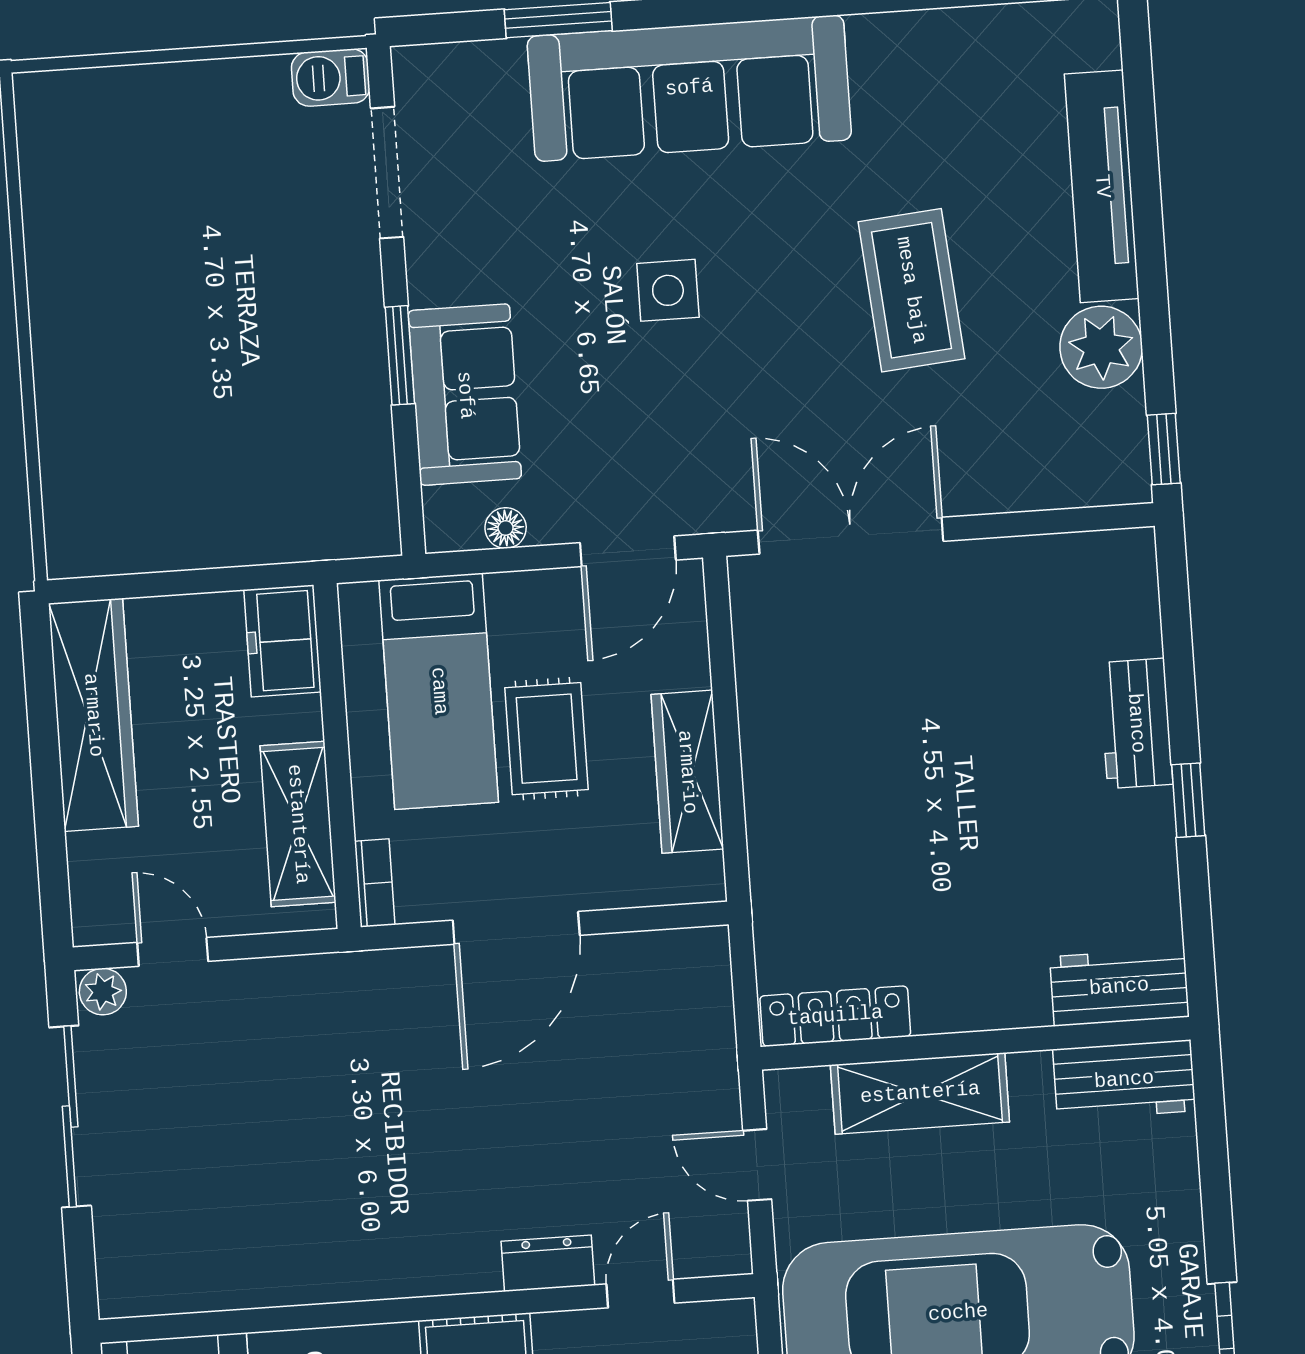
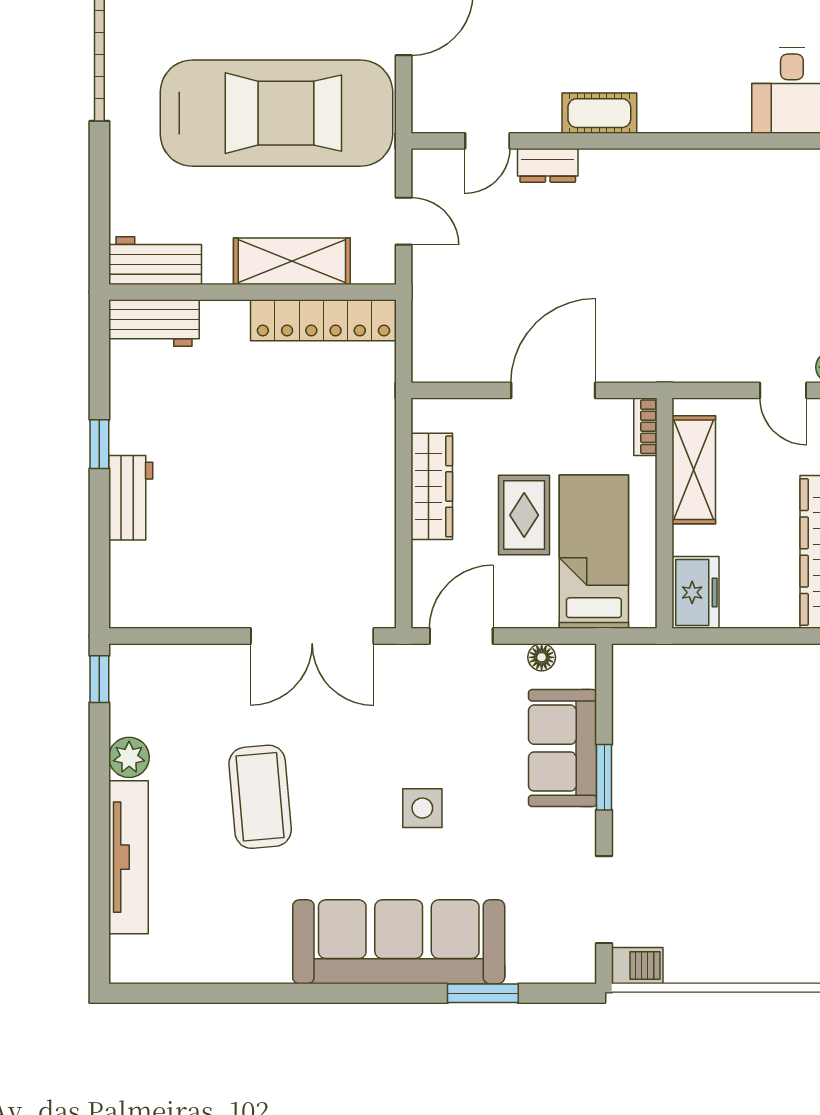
plant: (1101, 347) -> (129, 757), width x0.73, depth x0.73
locker: (835, 1016) -> (323, 320), width x1.41, depth x1.21

